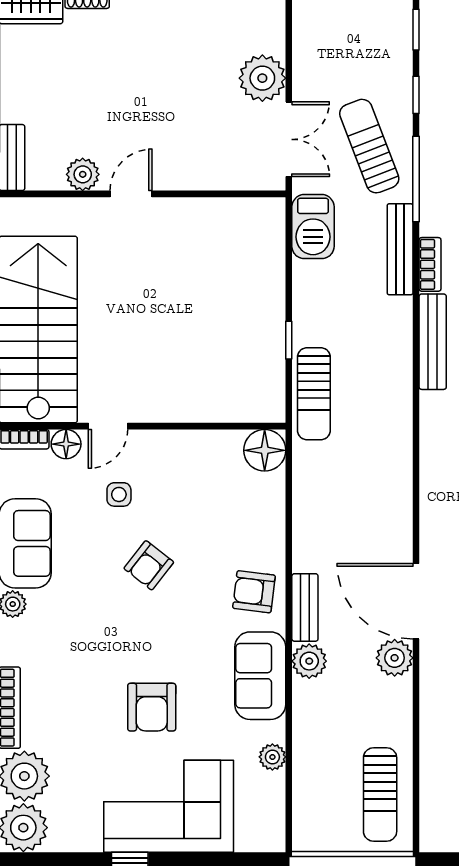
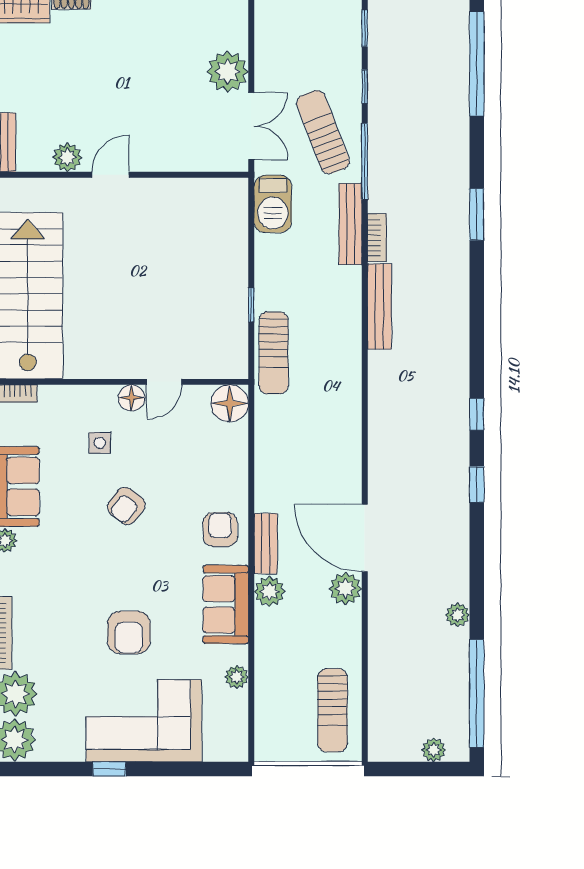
door: (108, 426) -> (164, 382), moved
floor lamp: (66, 444) -> (132, 398), moved
armchair: (254, 592) -> (220, 530), turned 83

